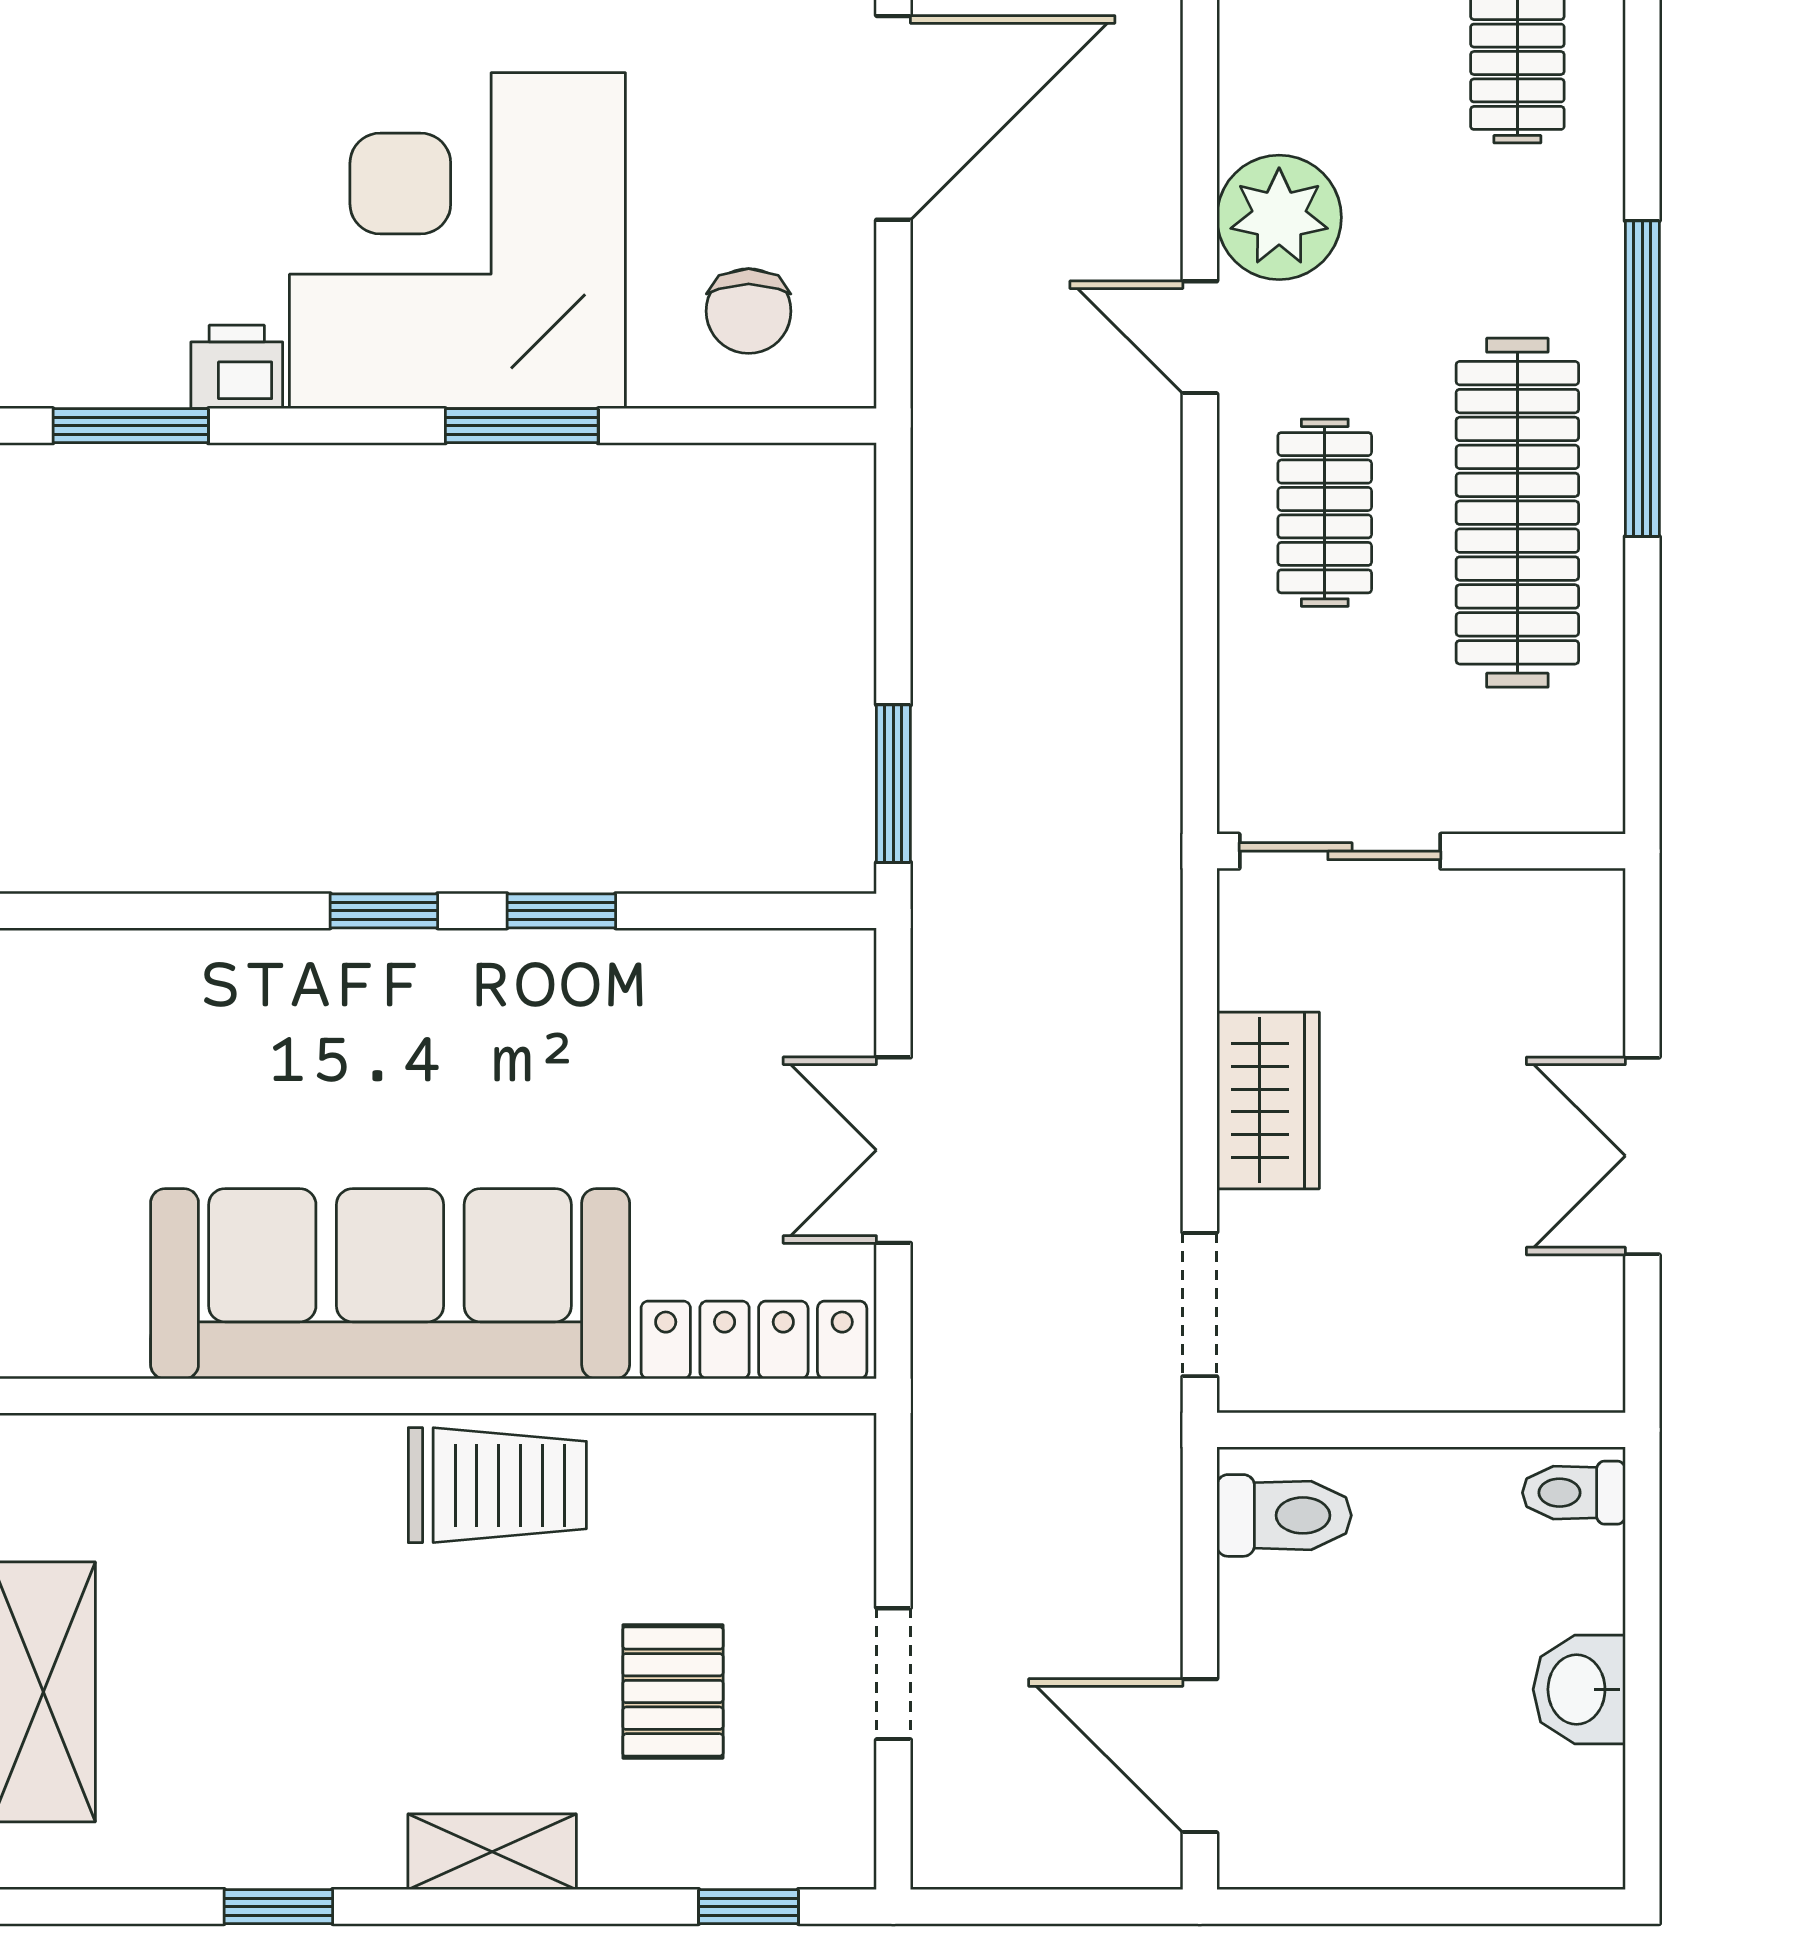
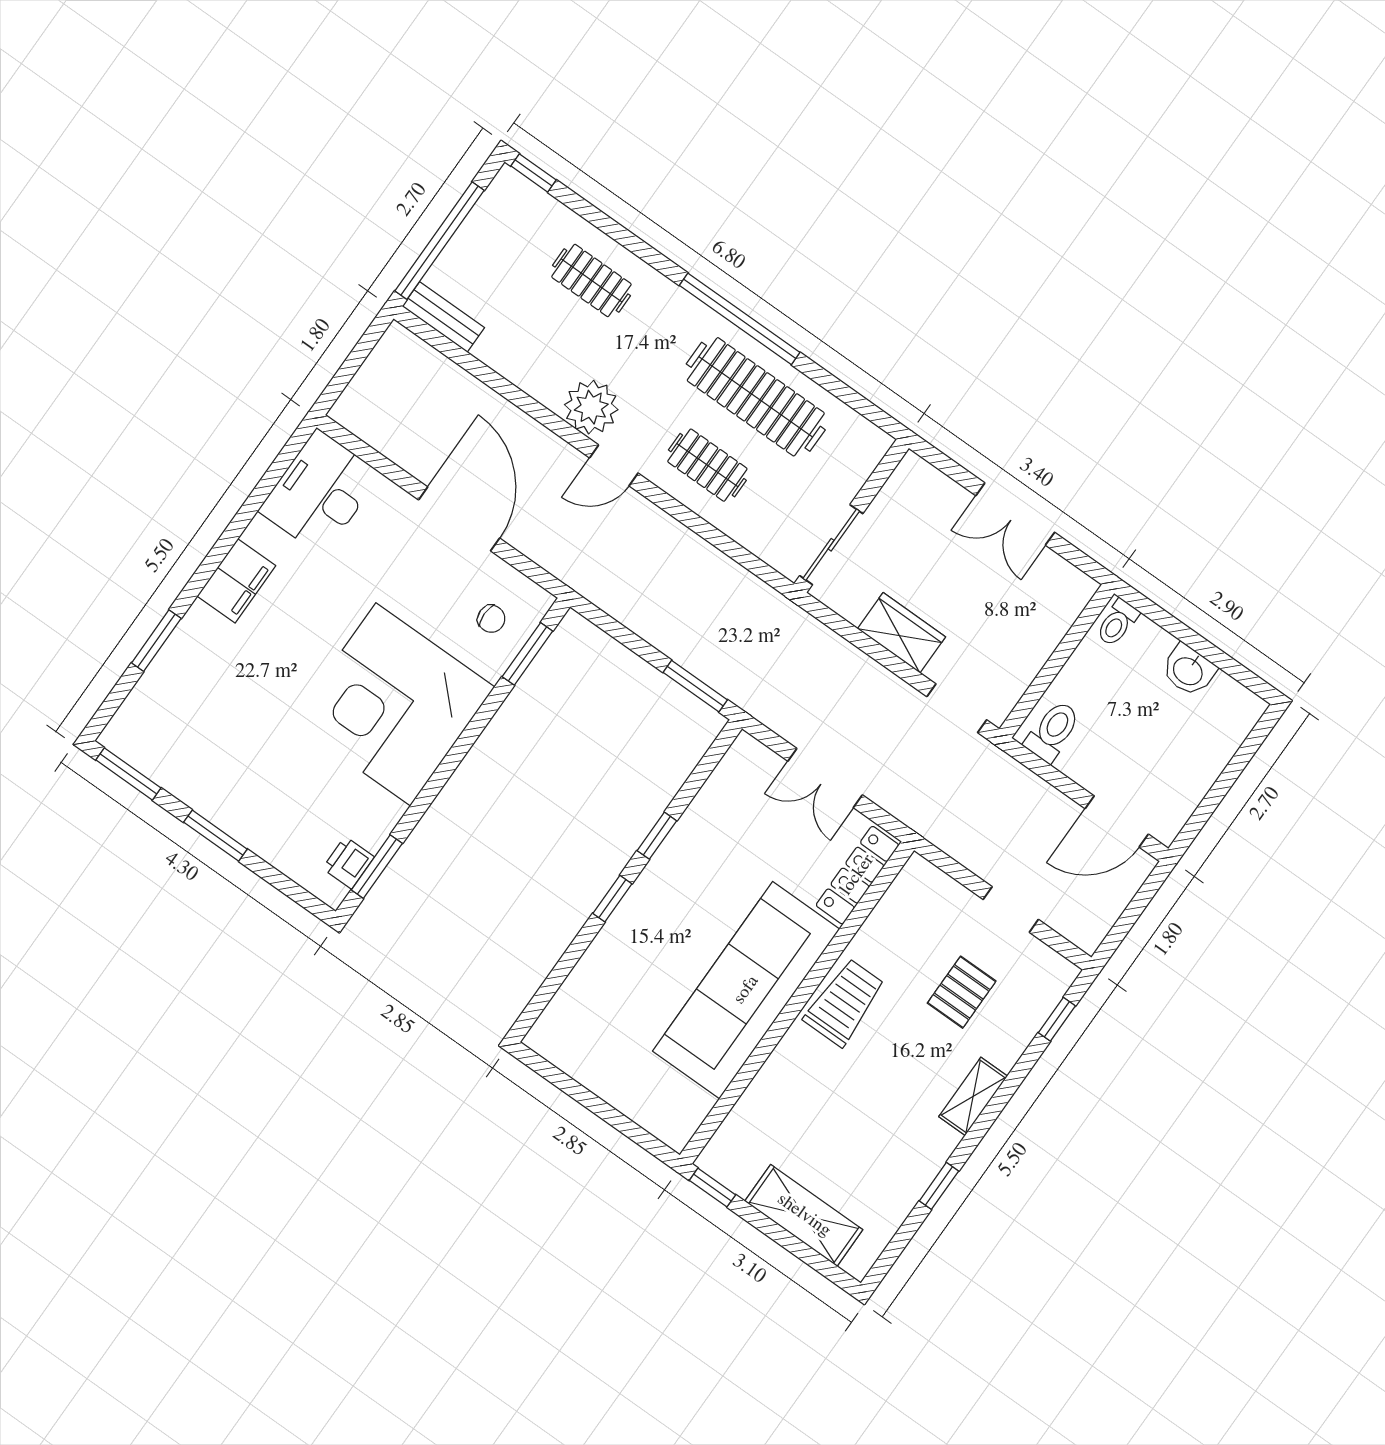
chair: (749, 311) -> (491, 619), width x0.73, depth x0.73
printer: (237, 367) -> (348, 863), moved
window: (522, 426) -> (527, 654), moved
pallet: (673, 1691) -> (962, 992), turned 90

